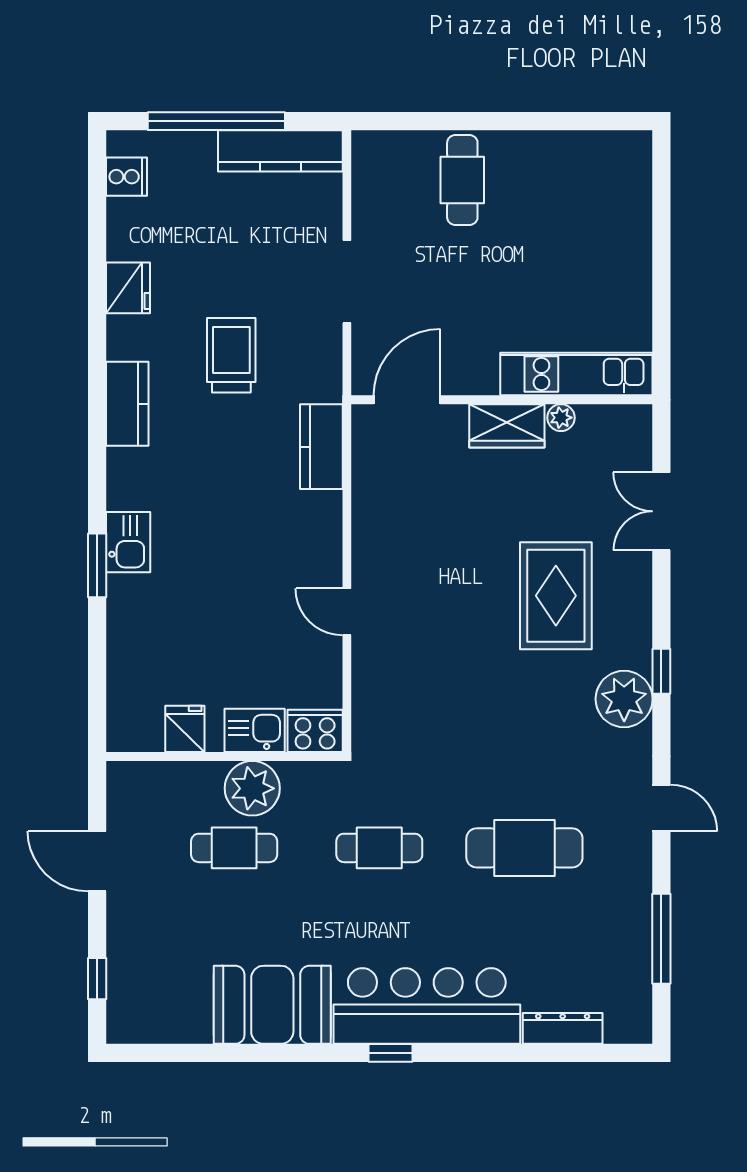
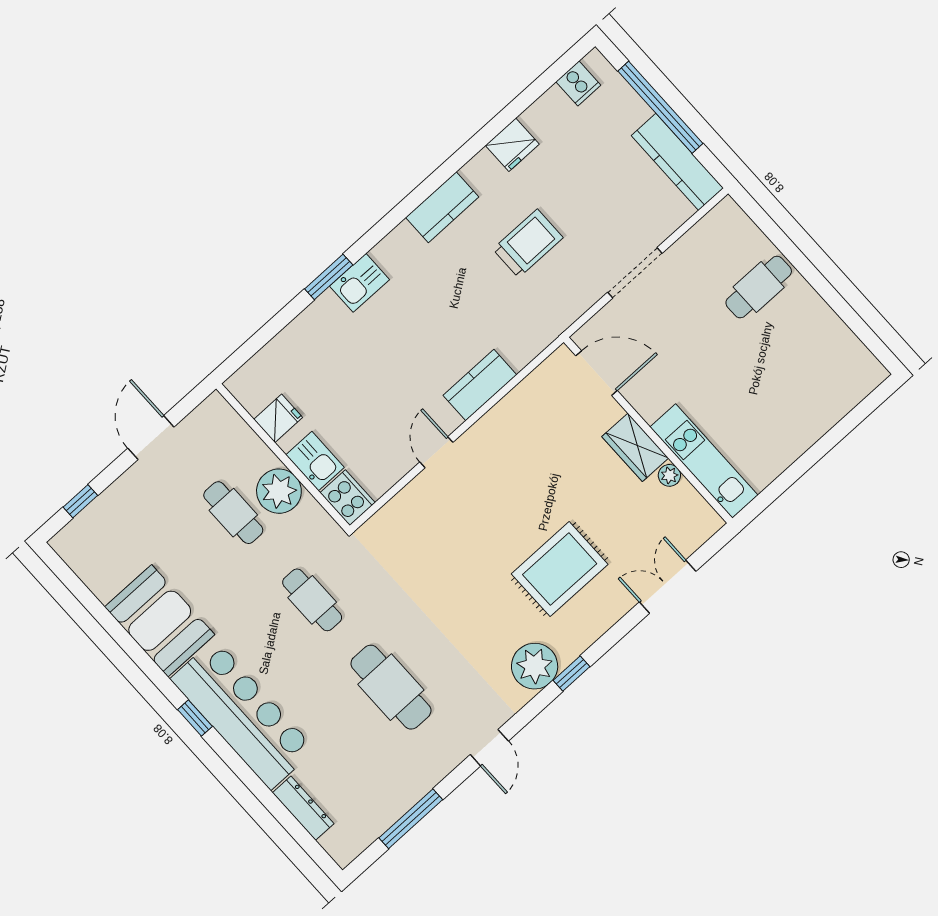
kitchen counter: (321, 447) -> (480, 385), moved

